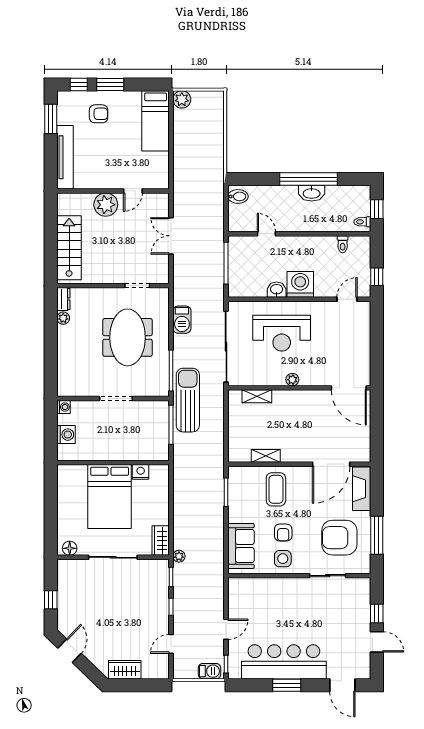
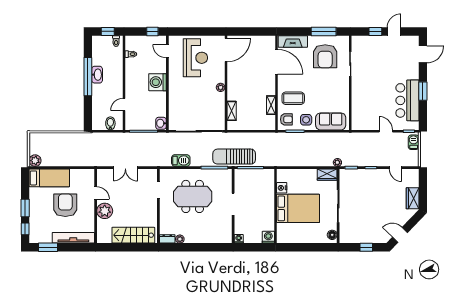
armchair: (99, 114) -> (65, 205), moved, width x1.88, depth x1.88
bidet: (238, 196) -> (110, 123), moved
washbasin: (277, 290) -> (161, 123), moved
reception desk: (282, 333) -> (195, 58), moved
washing machine: (66, 435) -> (268, 237), moved
armchair: (283, 533) -> (286, 119), moved
side table: (283, 559) -> (306, 120), moved
bar counter: (284, 662) -> (407, 100), width x0.73

